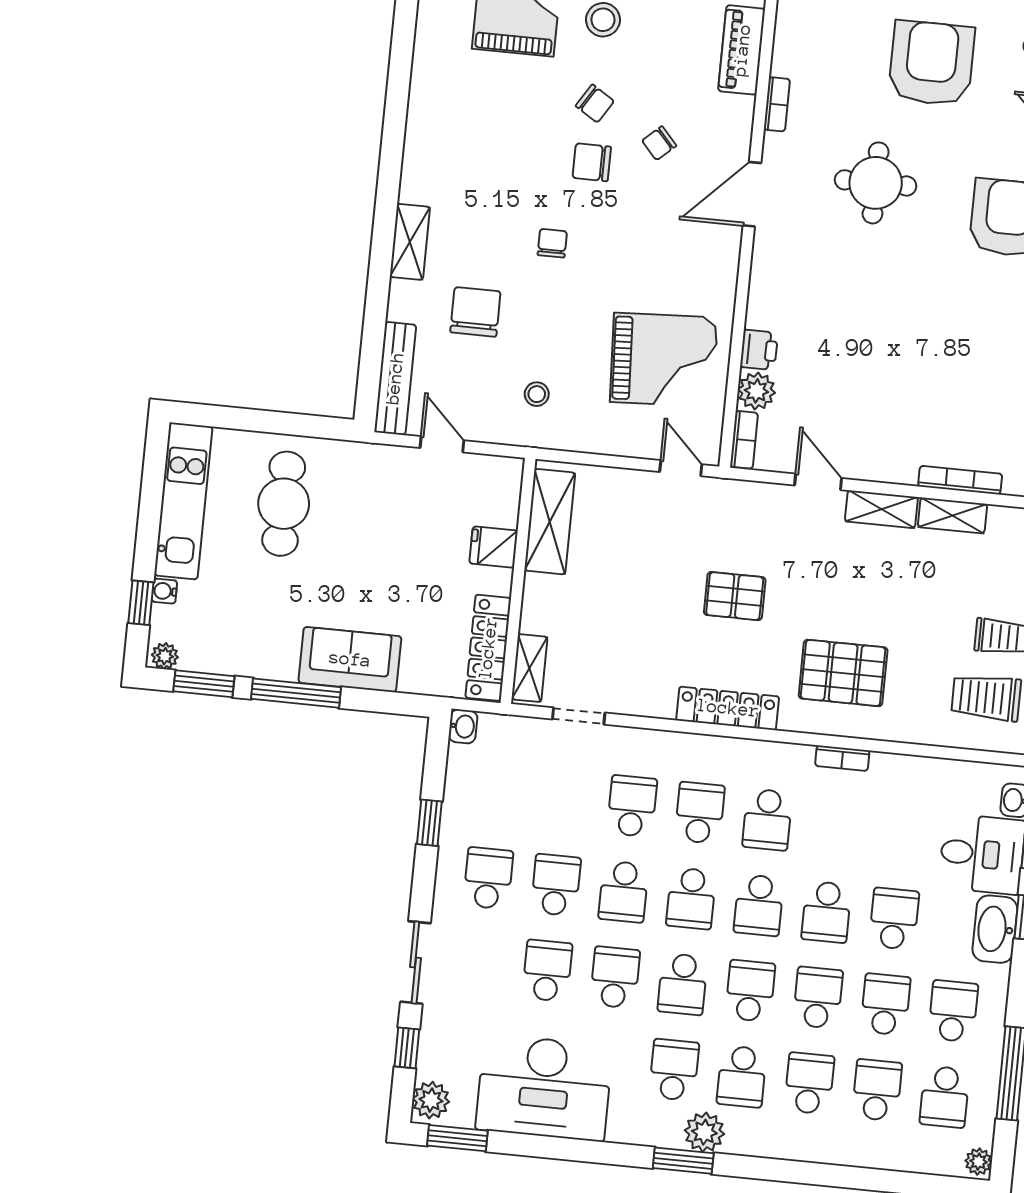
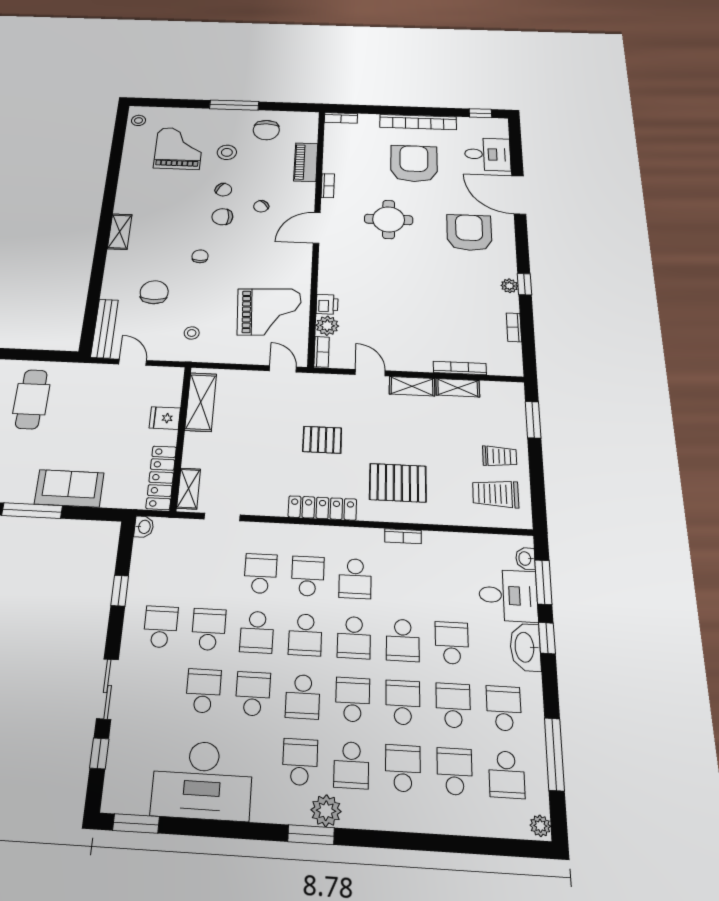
shelving: (410, 242) -> (120, 232), moved
plant: (431, 1100) -> (116, 794), removed

